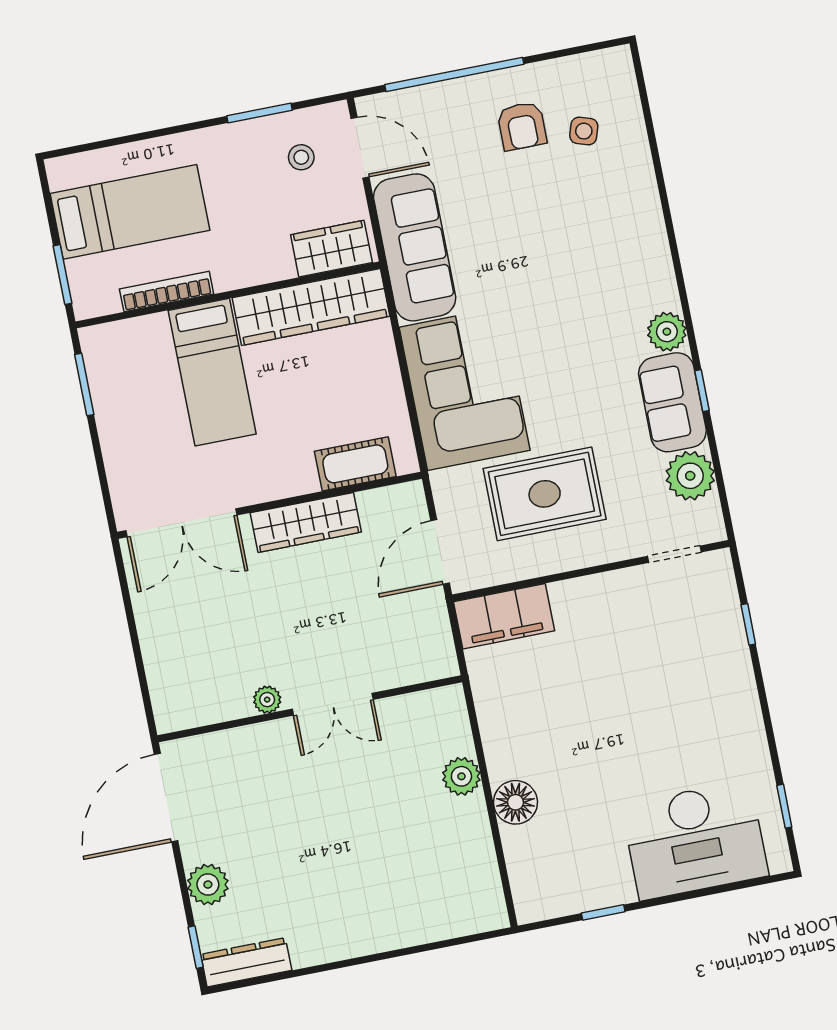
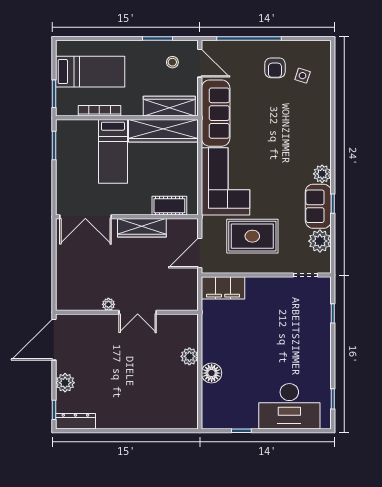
wardrobe: (331, 249) -> (169, 106), width x1.50

